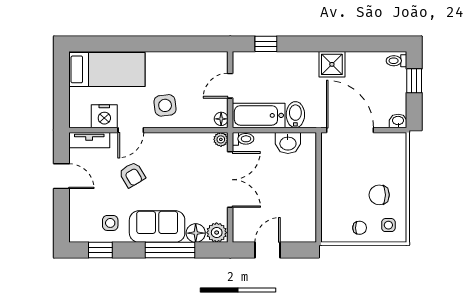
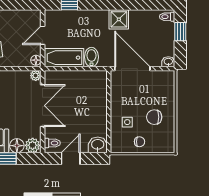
toilet: (243, 139) -> (52, 143), moved
washbasin: (288, 143) -> (98, 145), moved, turned 180
side table: (388, 225) -> (127, 122), moved

